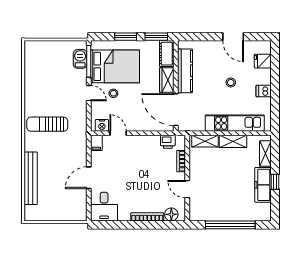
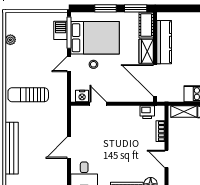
plant: (29, 68) -> (10, 40), added
door: (89, 93) -> (69, 64), swing flipped
filing cabinet: (96, 143) -> (77, 113), removed

